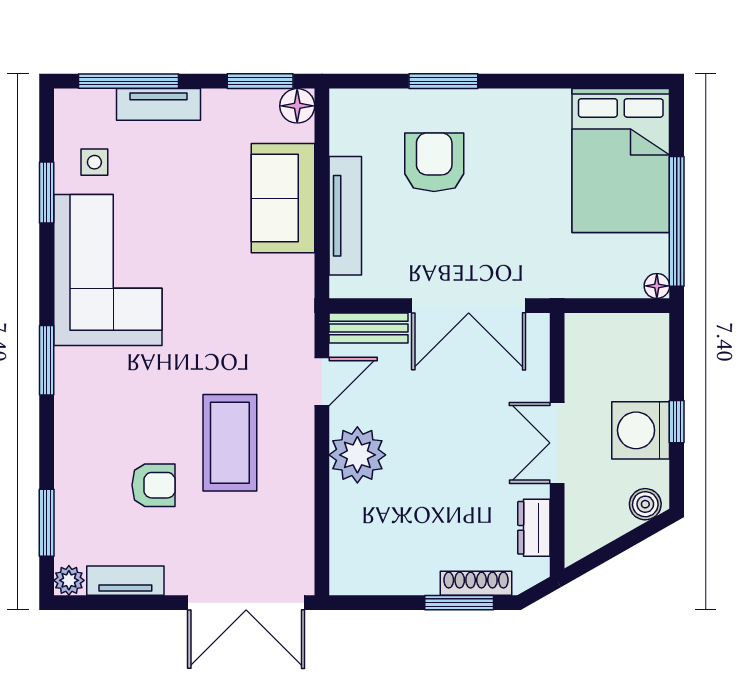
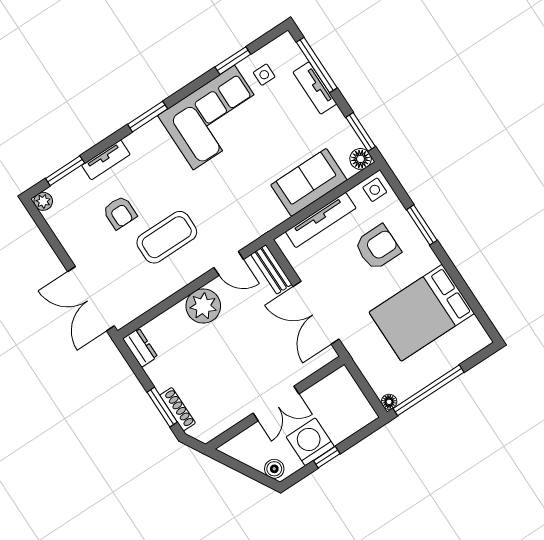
side table: (353, 114) -> (375, 190), added
bed: (621, 161) -> (422, 313), moved
double door: (557, 443) -> (276, 404), swing flipped
dresser: (534, 528) -> (140, 348), moved, turned 90
tv unit: (125, 581) -> (106, 160), moved, turned 90

